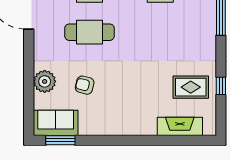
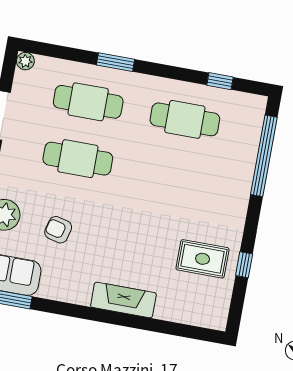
fireplace: (180, 126) -> (123, 300), moved

